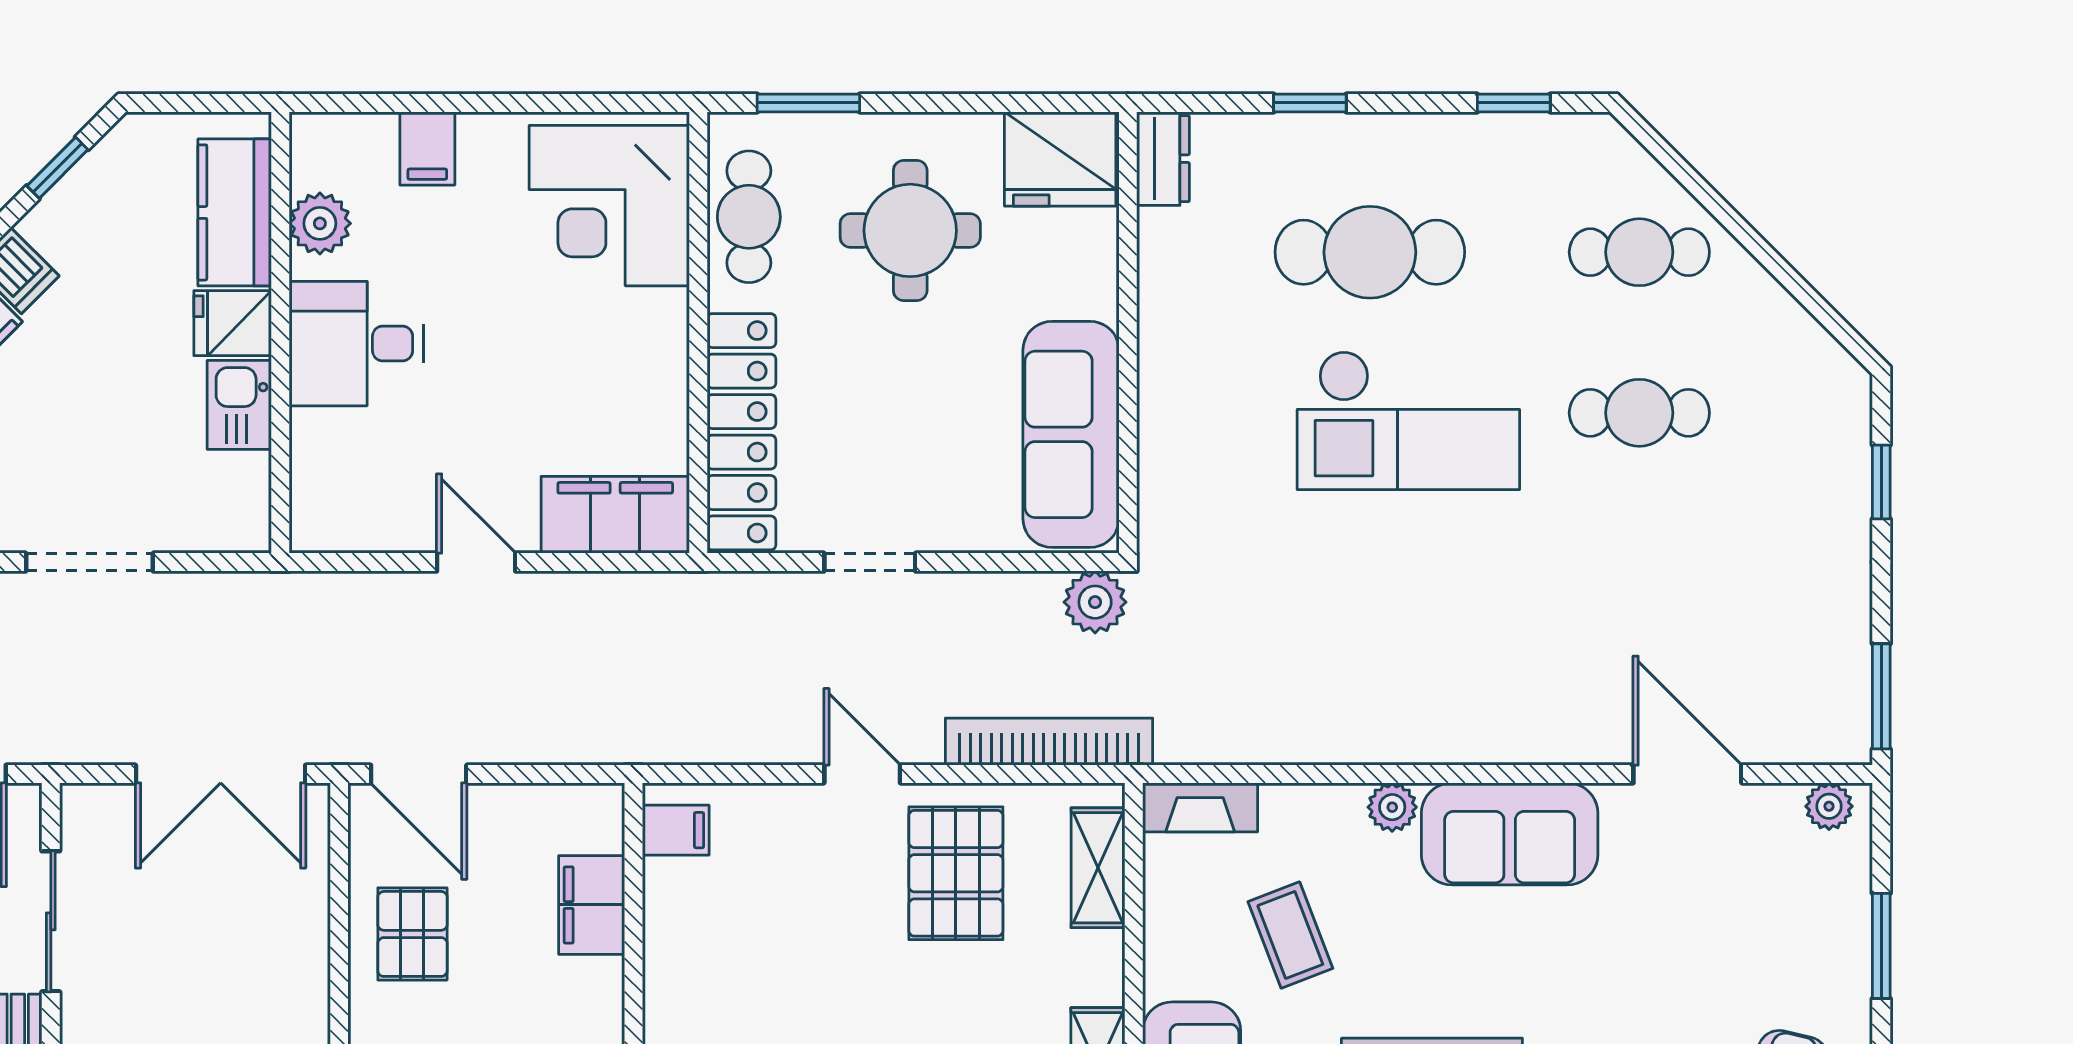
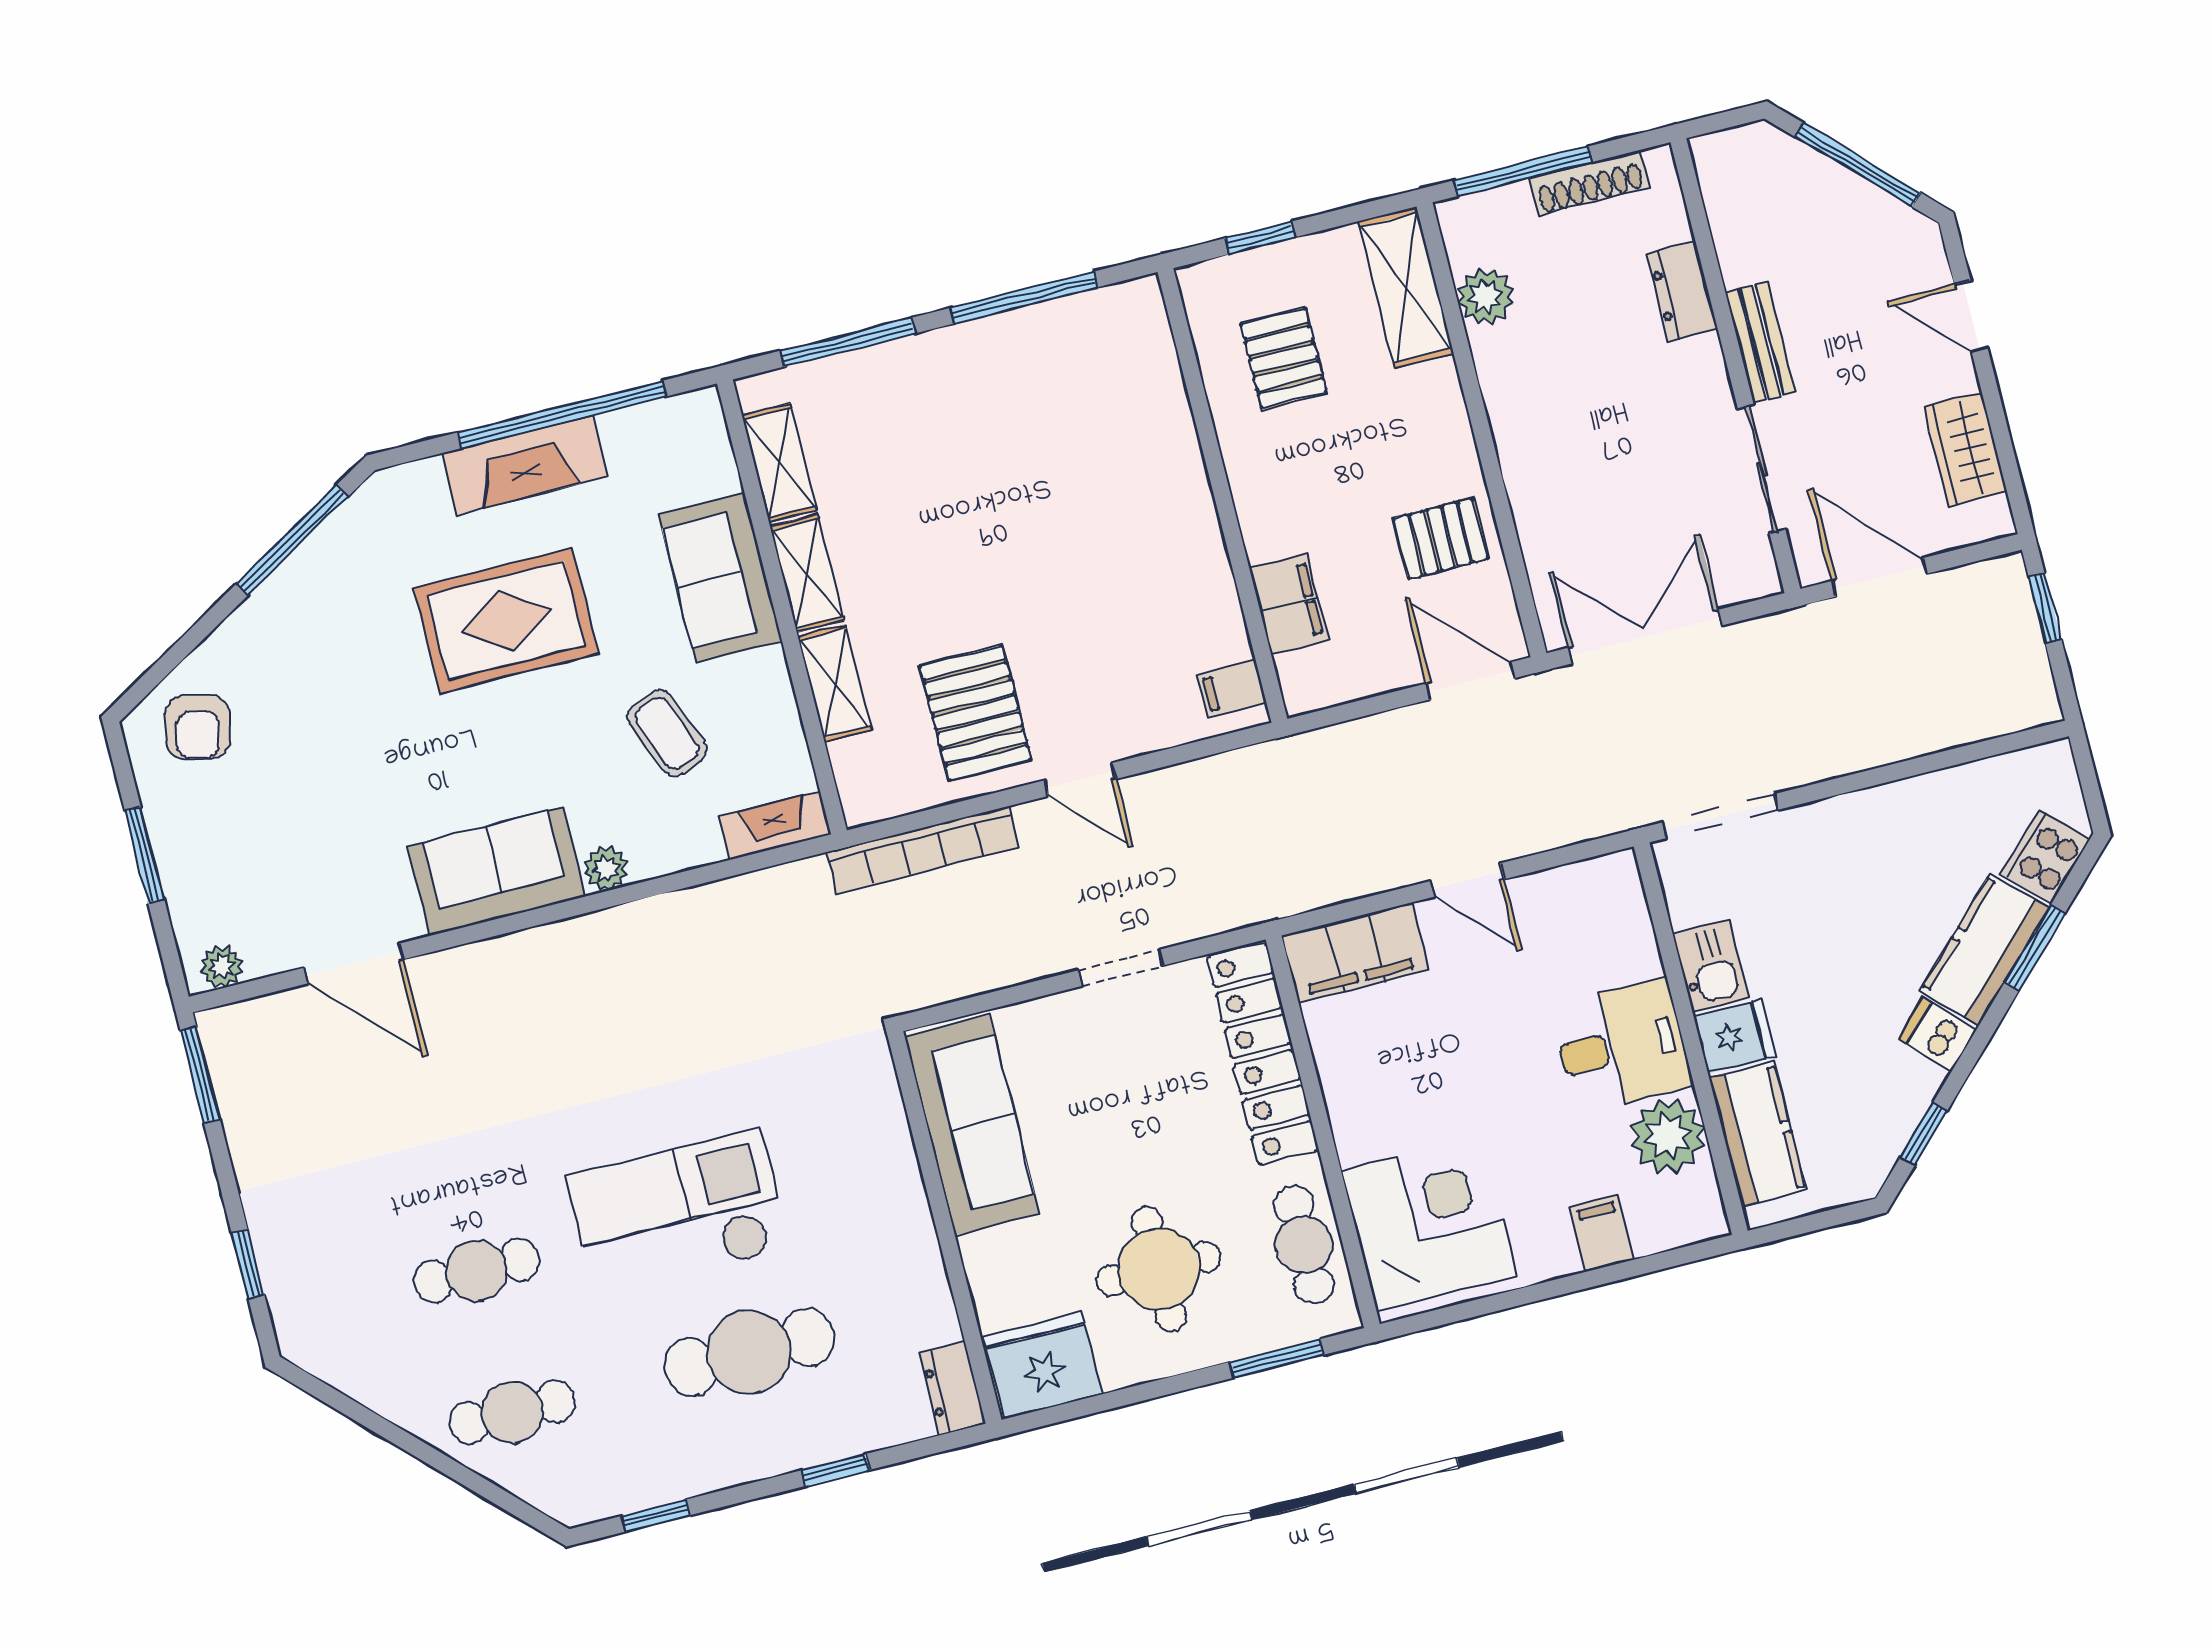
plant: (320, 223) -> (1668, 1136), width x1.36, depth x1.36
doorway: (89, 562) -> (1720, 816), moved
plant: (1095, 602) -> (913, 983), removed
shelving: (1098, 868) -> (835, 683), moved
pallet: (412, 934) -> (1440, 539), turned 90

